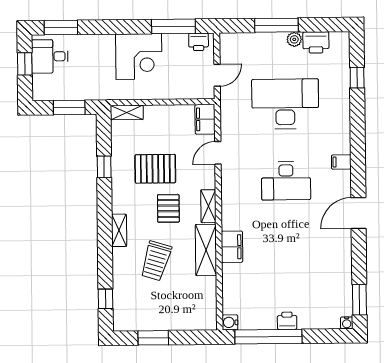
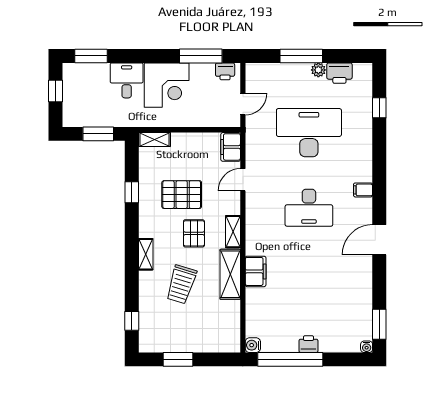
desk: (50, 56) -> (127, 80), moved, turned 90

